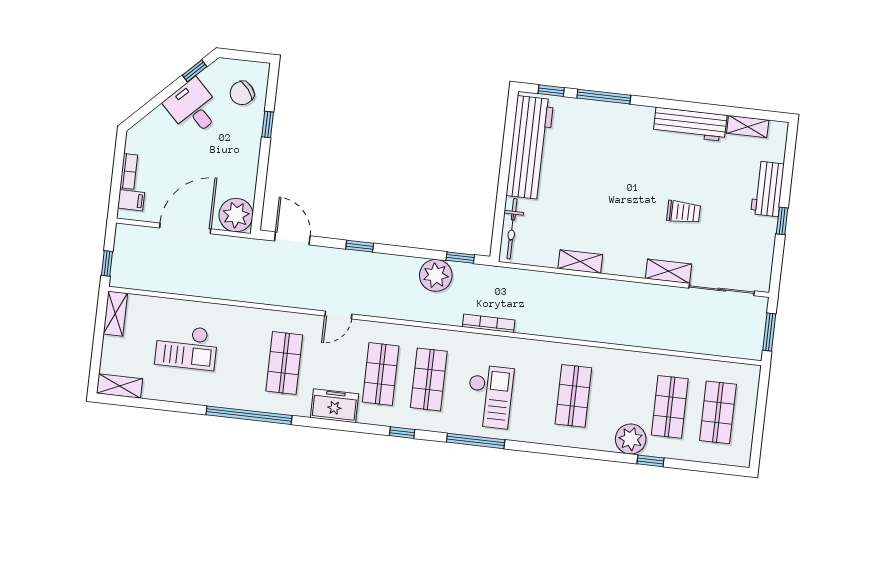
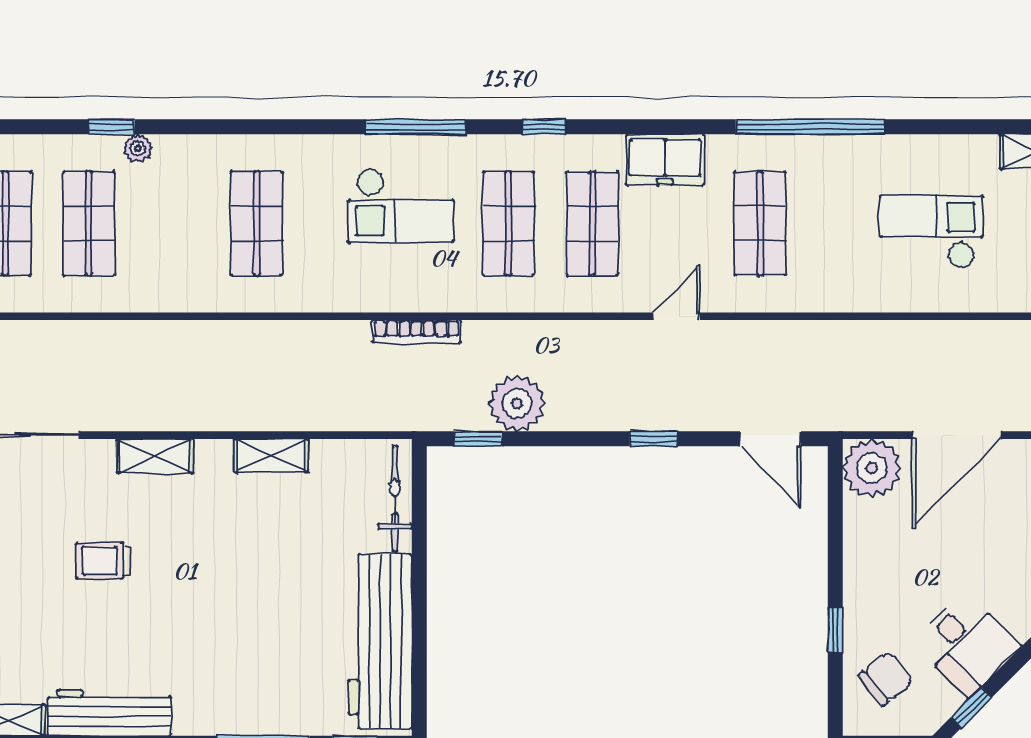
shelving: (669, 271) -> (155, 456), moved
checkout: (489, 397) -> (401, 206), turned -90
plant: (631, 439) -> (138, 148), width x0.53, depth x0.53

